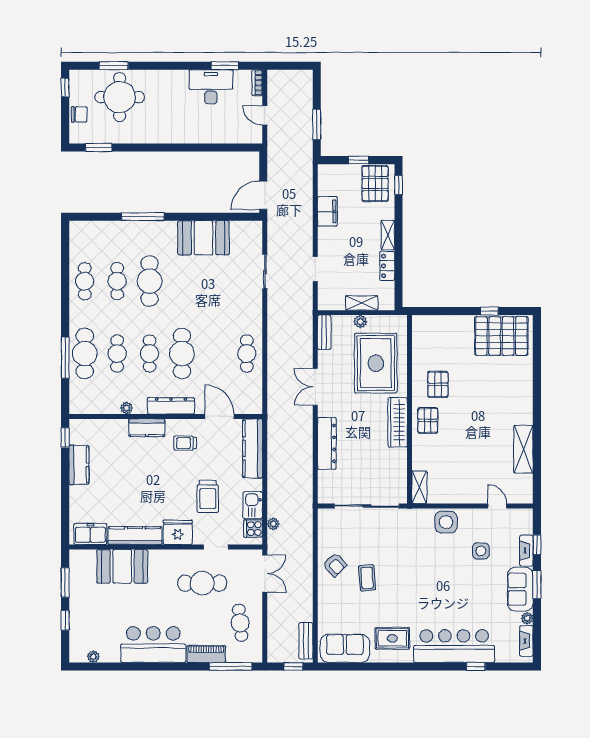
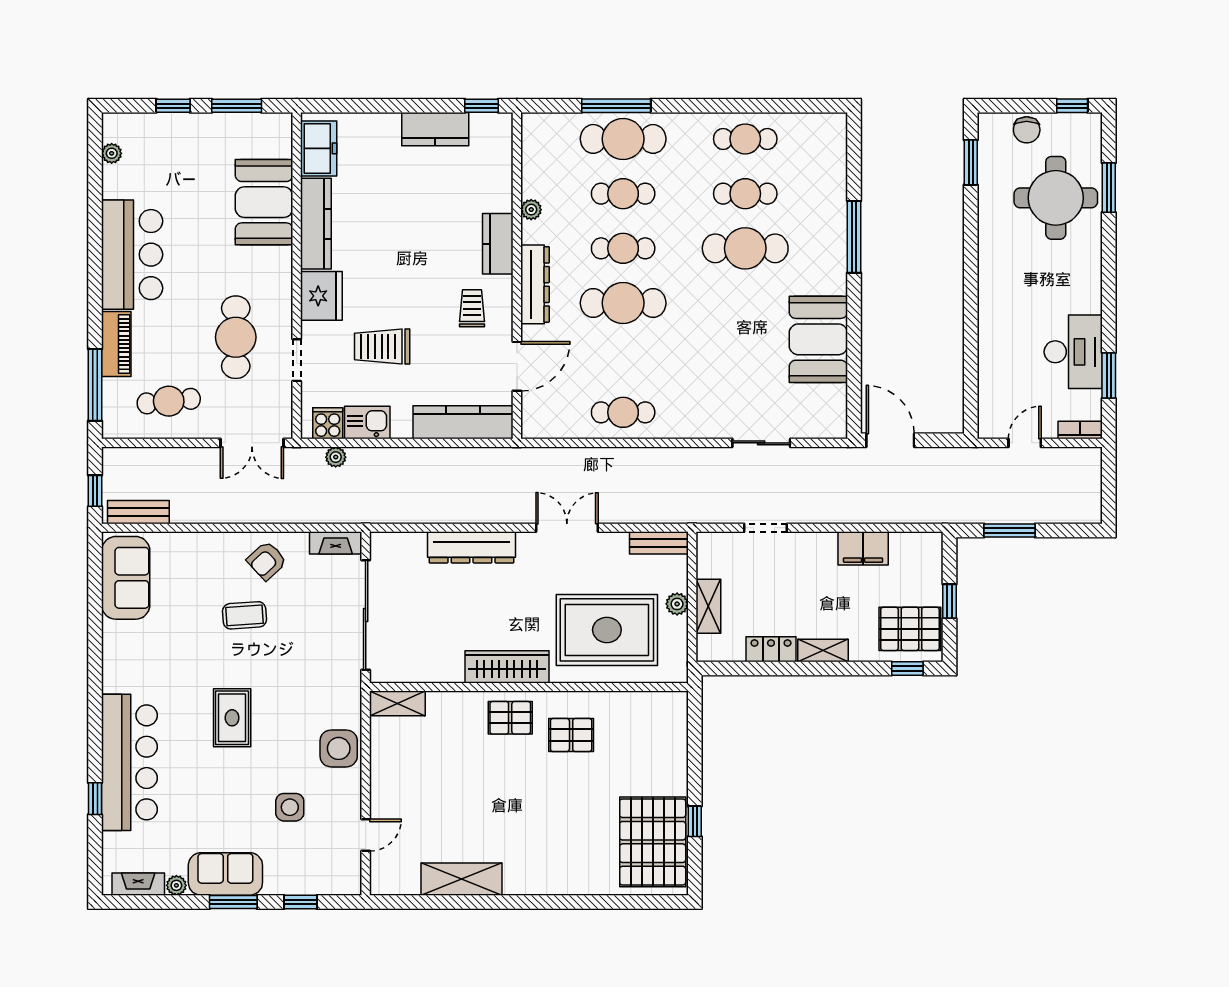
fireplace: (526, 551) -> (336, 543), moved, turned 180
rug: (392, 638) -> (232, 718), moved

